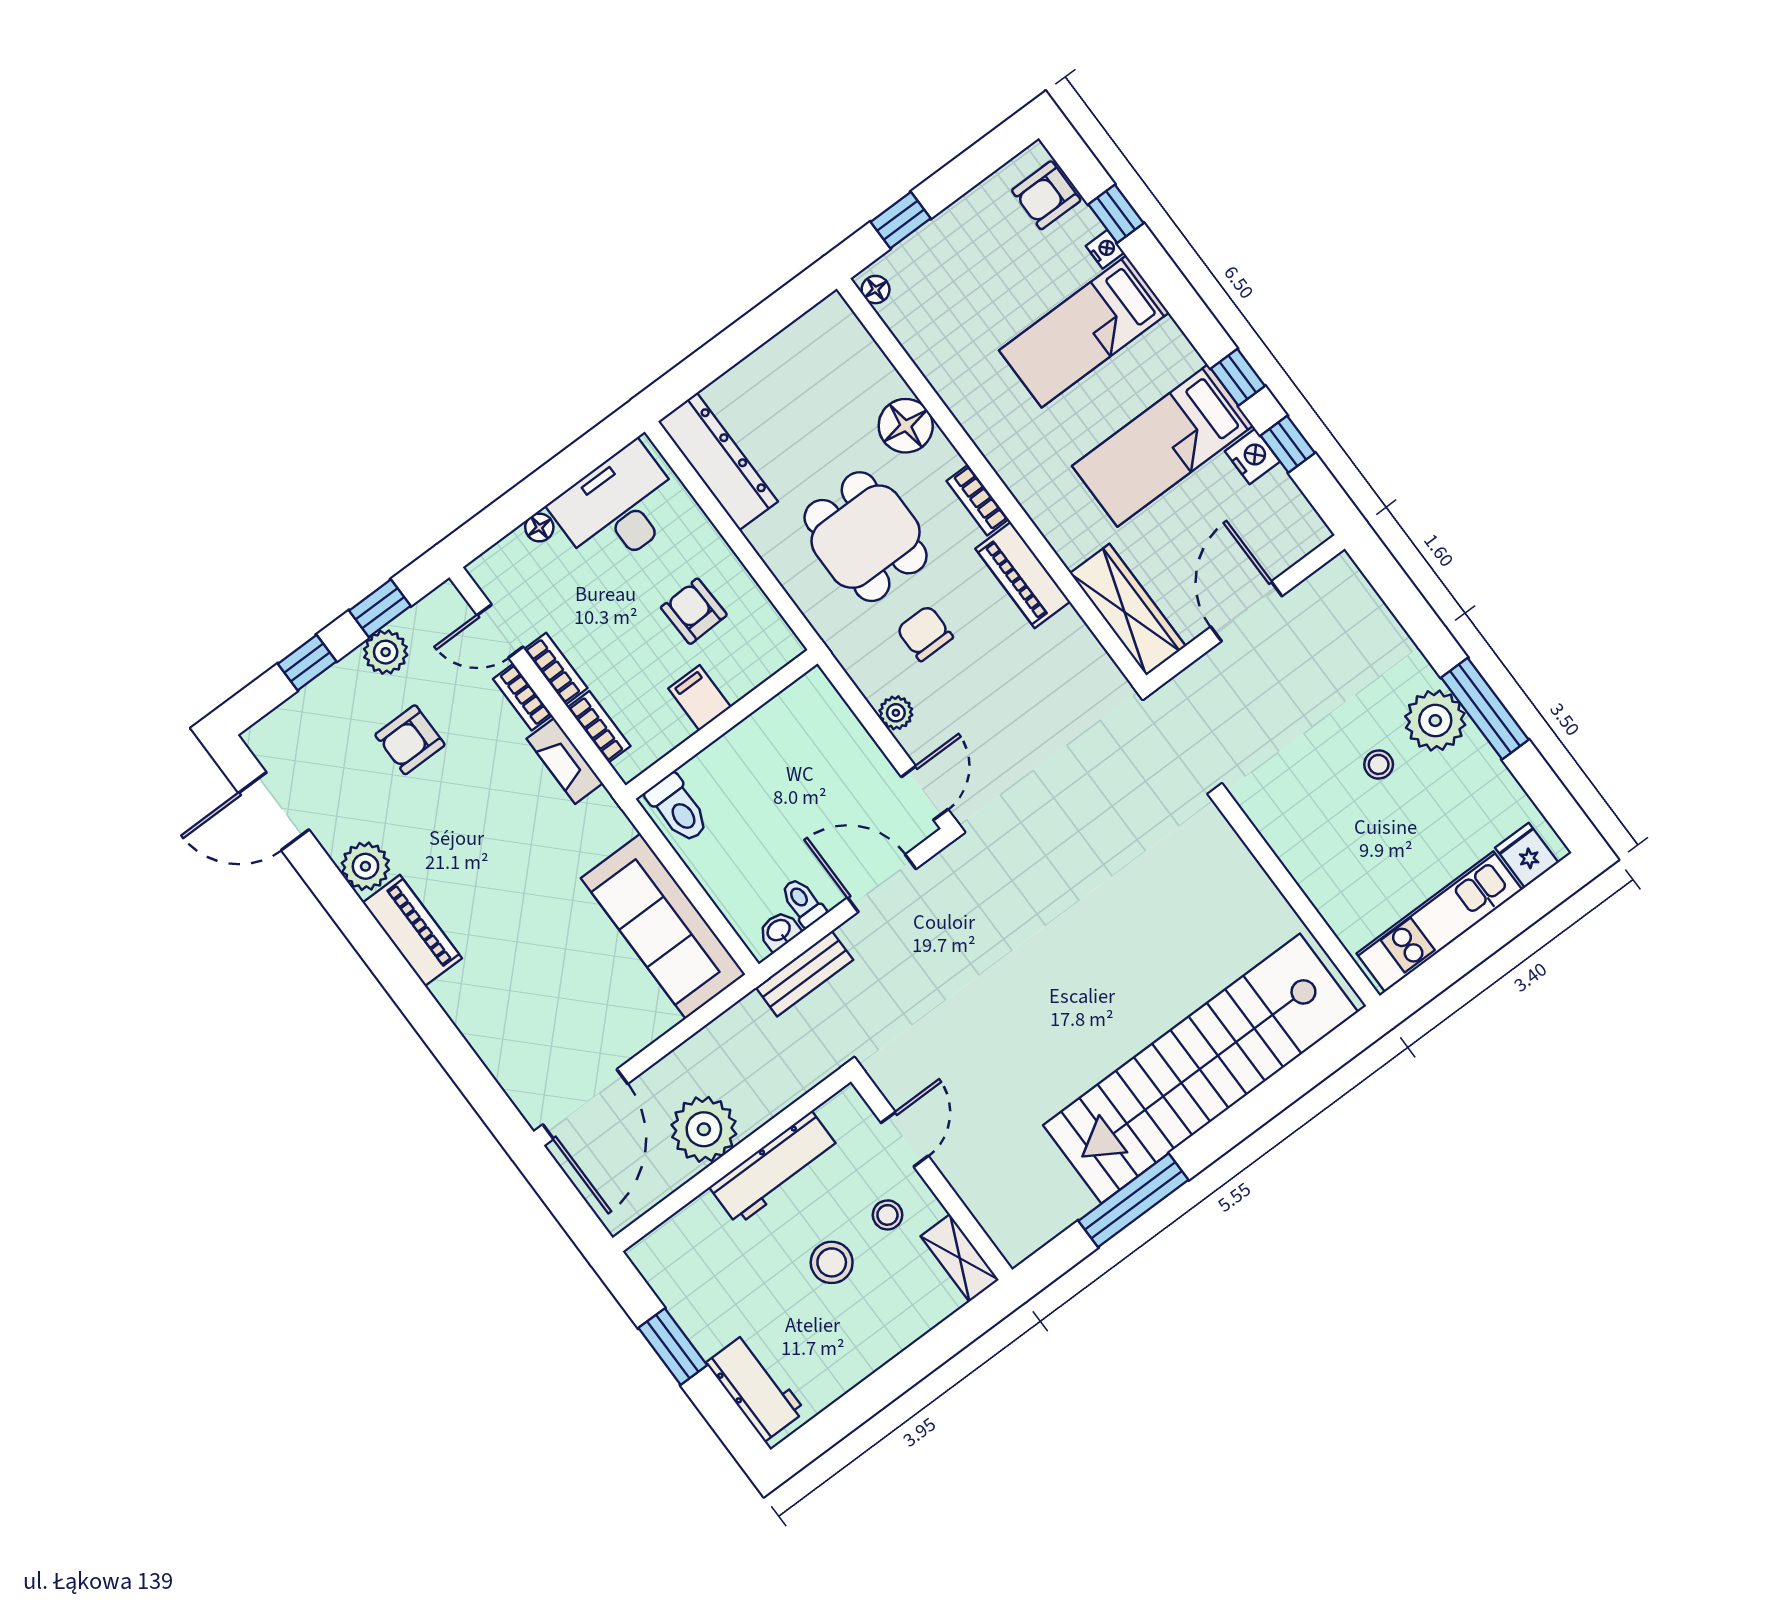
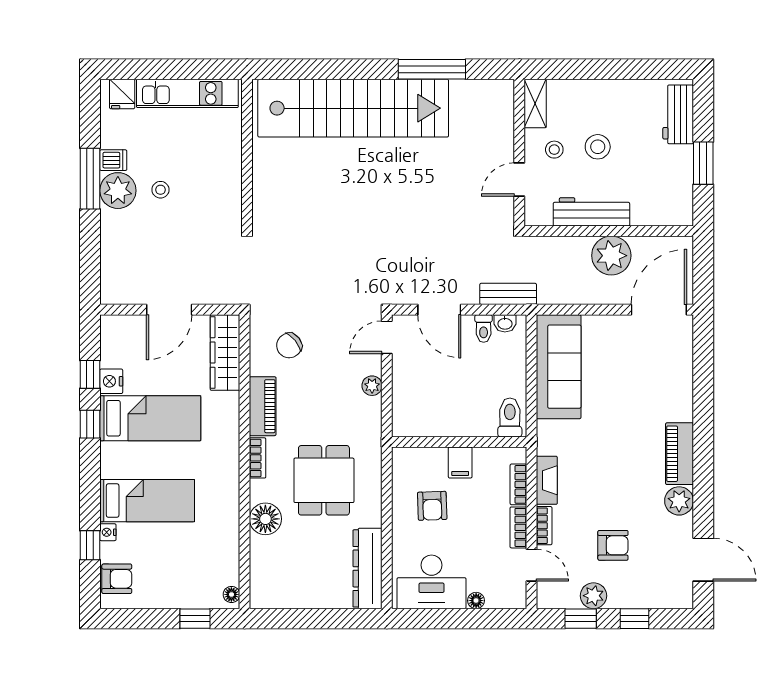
chair: (925, 633) -> (289, 345), moved, turned 51
dishwasher: (1472, 757) -> (113, 160), added

